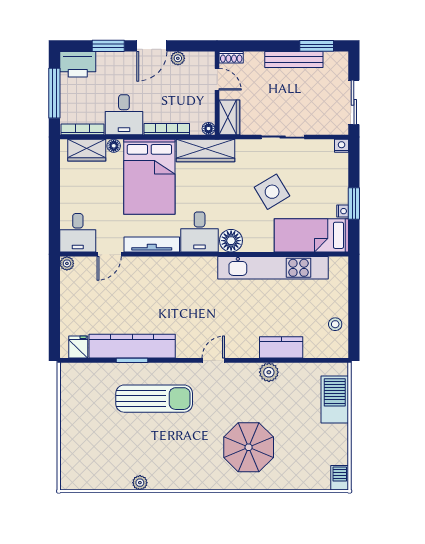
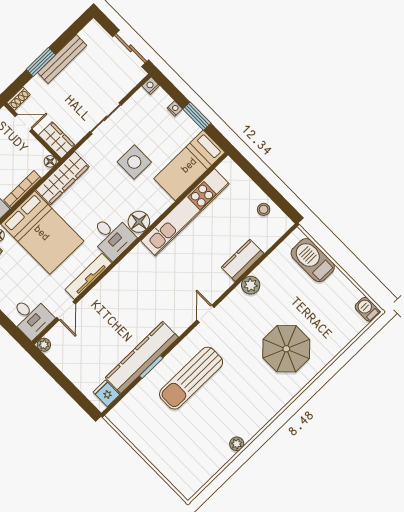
window: (317, 46) -> (41, 62), moved
side table: (272, 192) -> (134, 162), turned 31
nightstand: (343, 211) -> (175, 109), moved
sun lounger: (154, 399) -> (191, 378), turned 180

